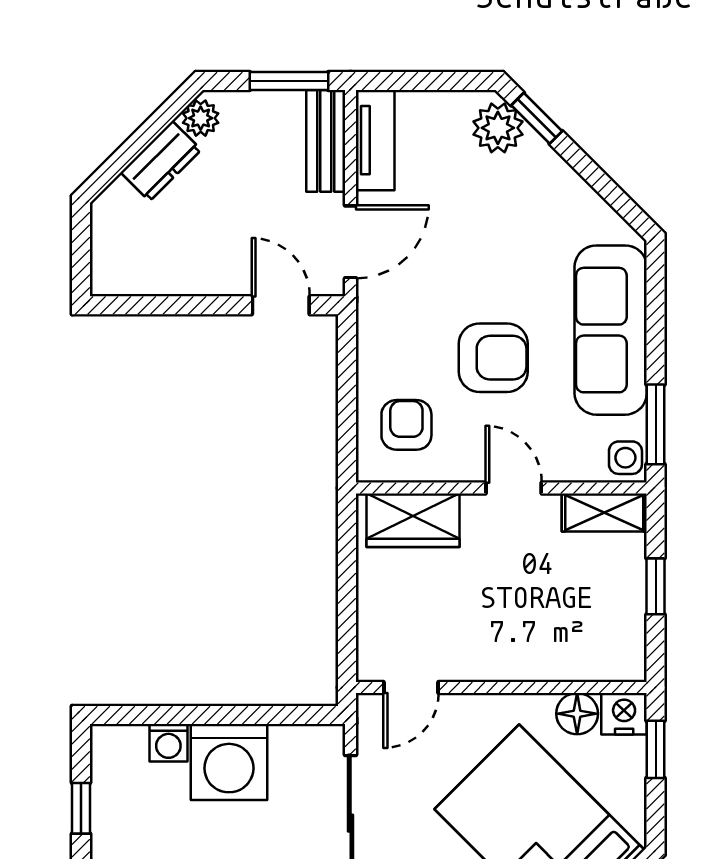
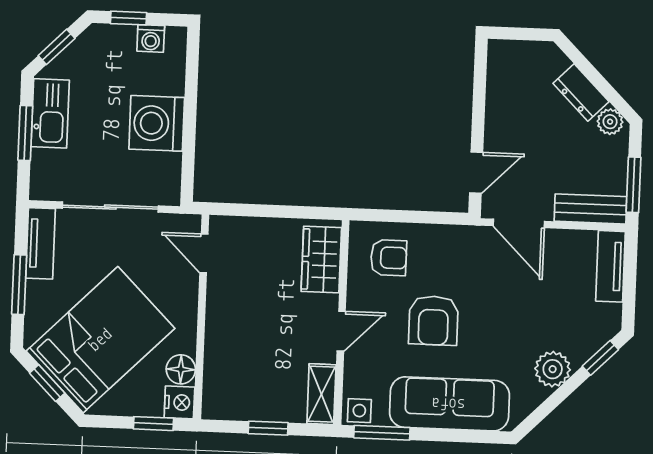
plant: (498, 128) -> (553, 369), moved
tv unit: (375, 140) -> (611, 266), moved, turned 90
washing machine: (168, 743) -> (151, 38), moved, turned -90

